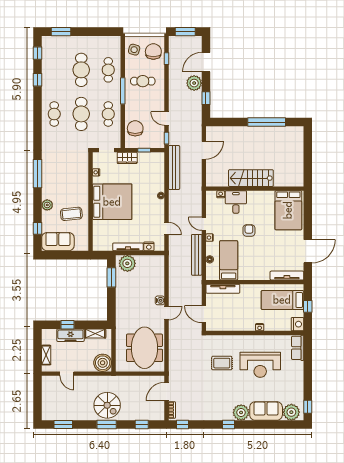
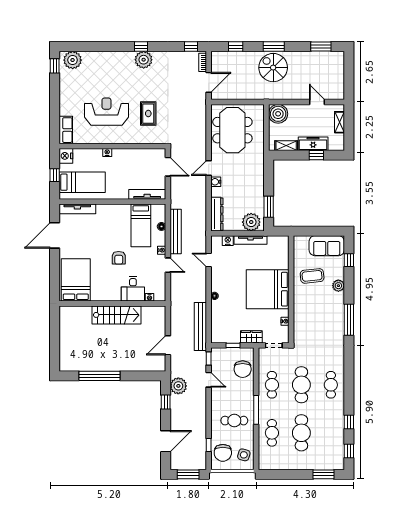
plant: (194, 83) -> (178, 386), moved
dresser: (159, 271) -> (217, 214), added
rug: (222, 363) -> (148, 114), turned 90
sofa: (266, 411) -> (100, 61), removed
plant: (241, 412) -> (144, 60), moved

